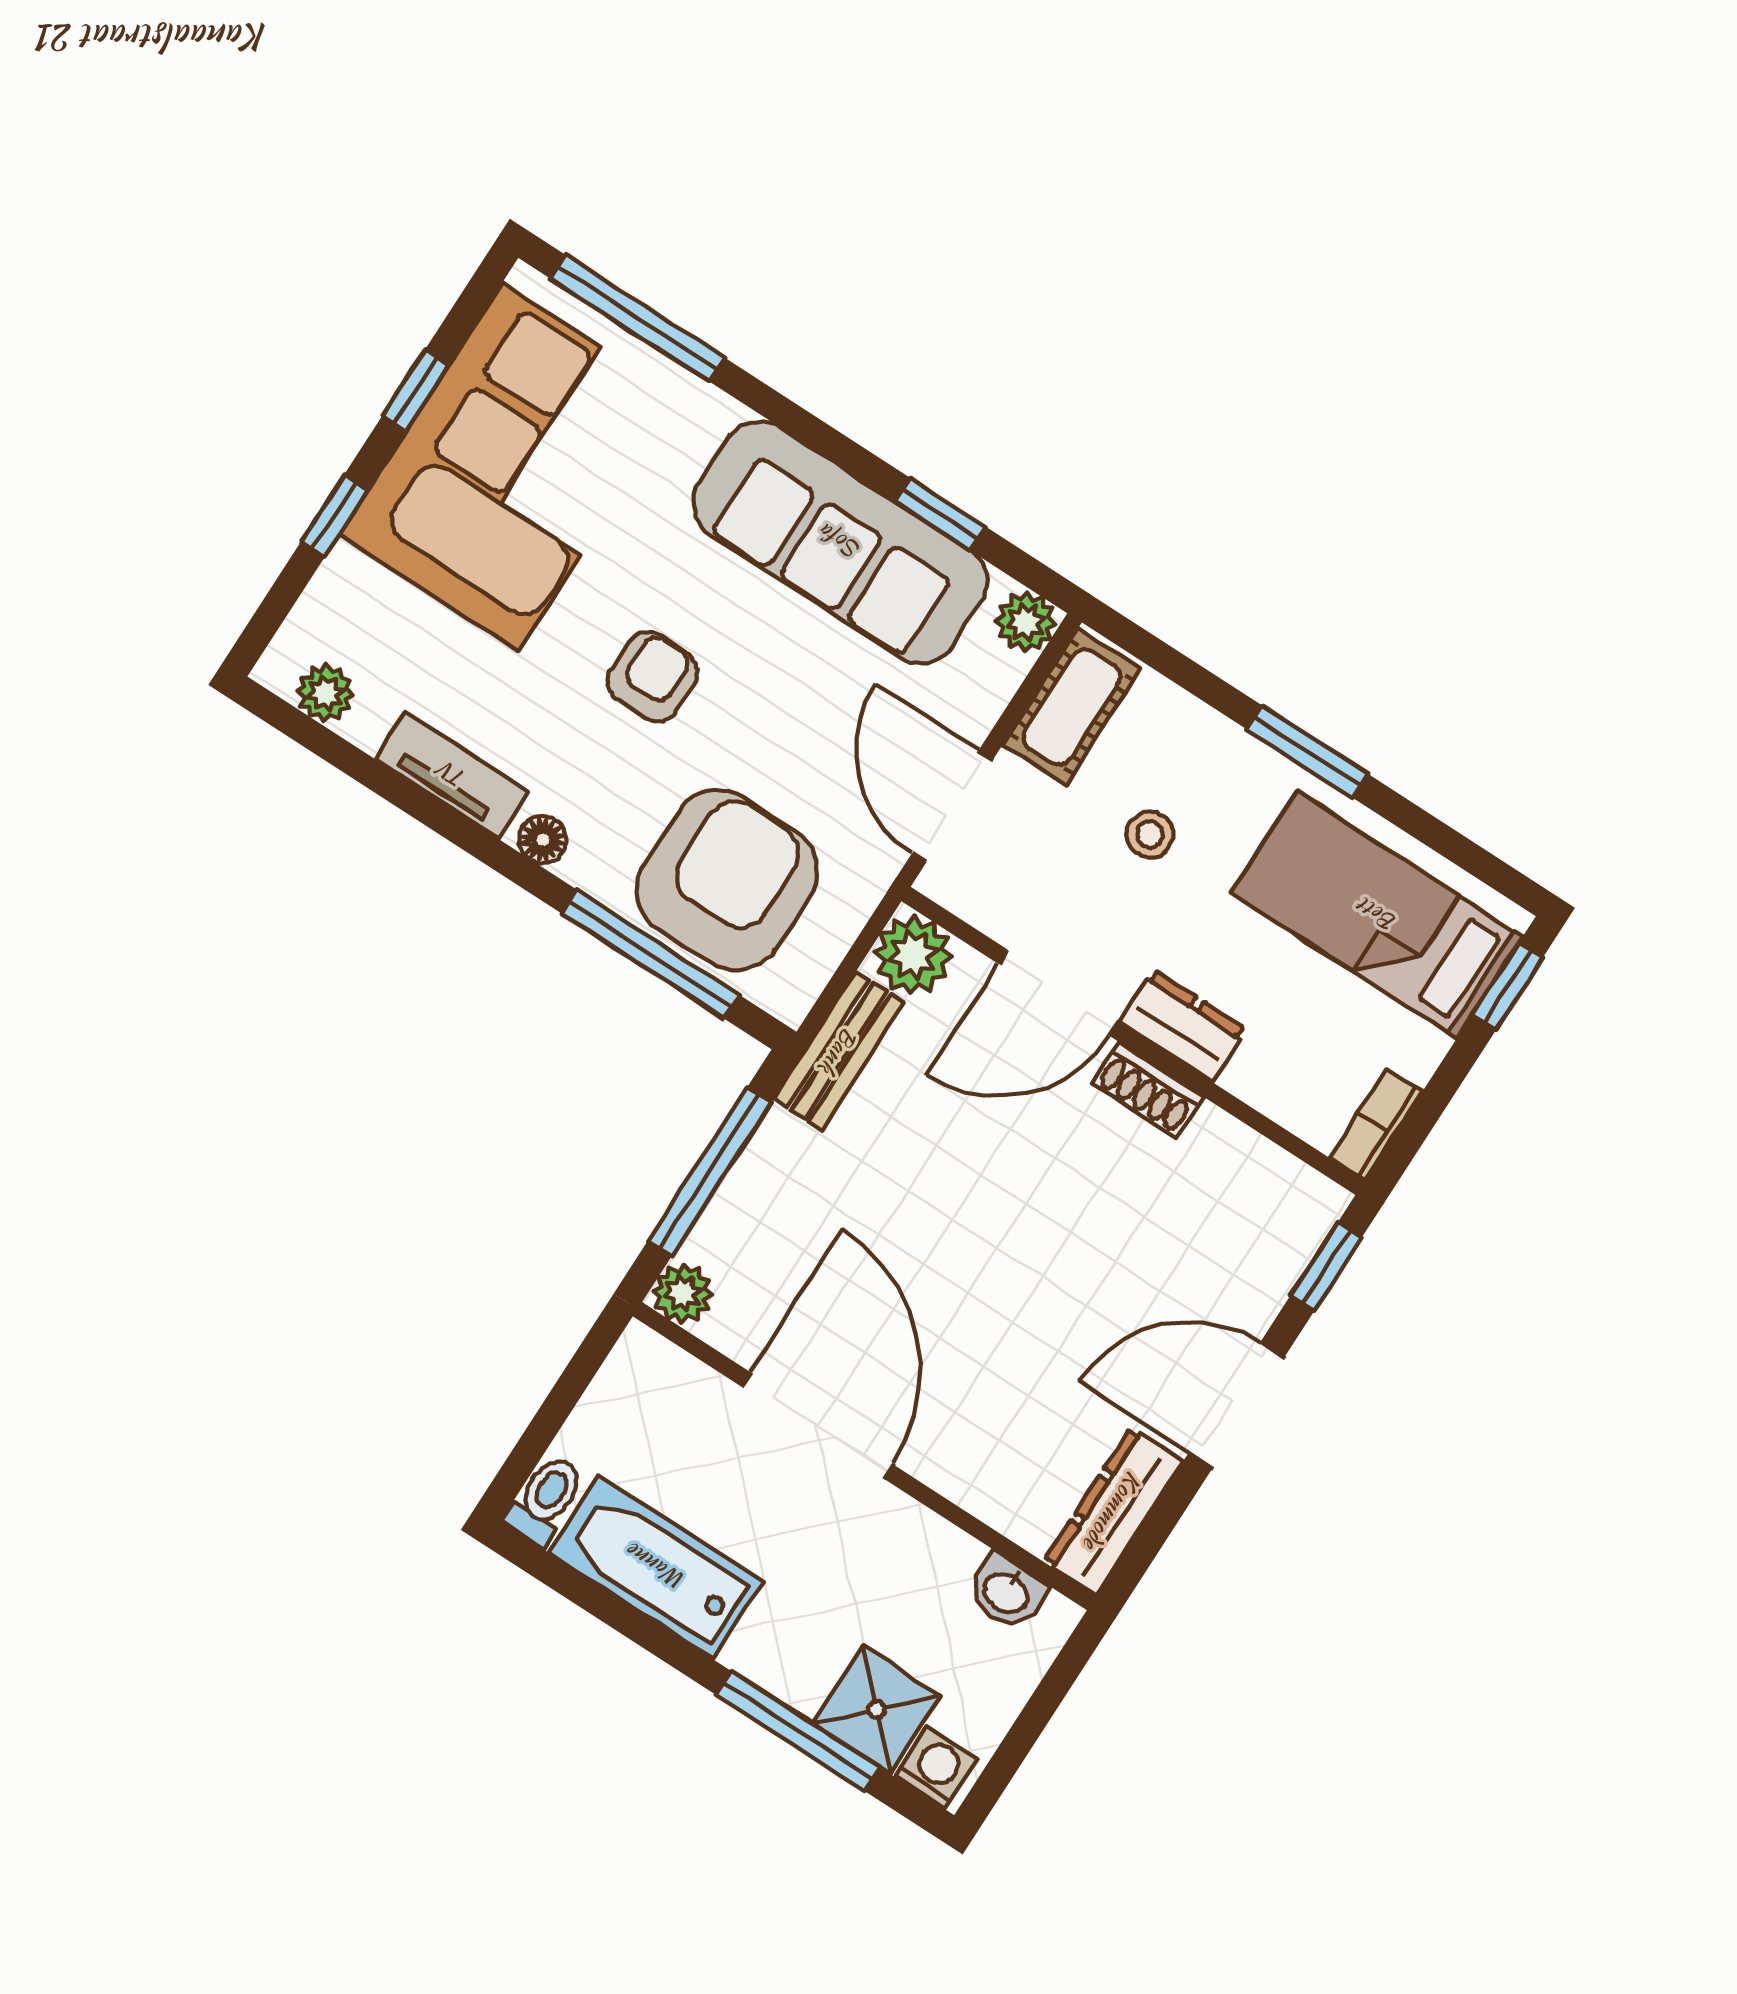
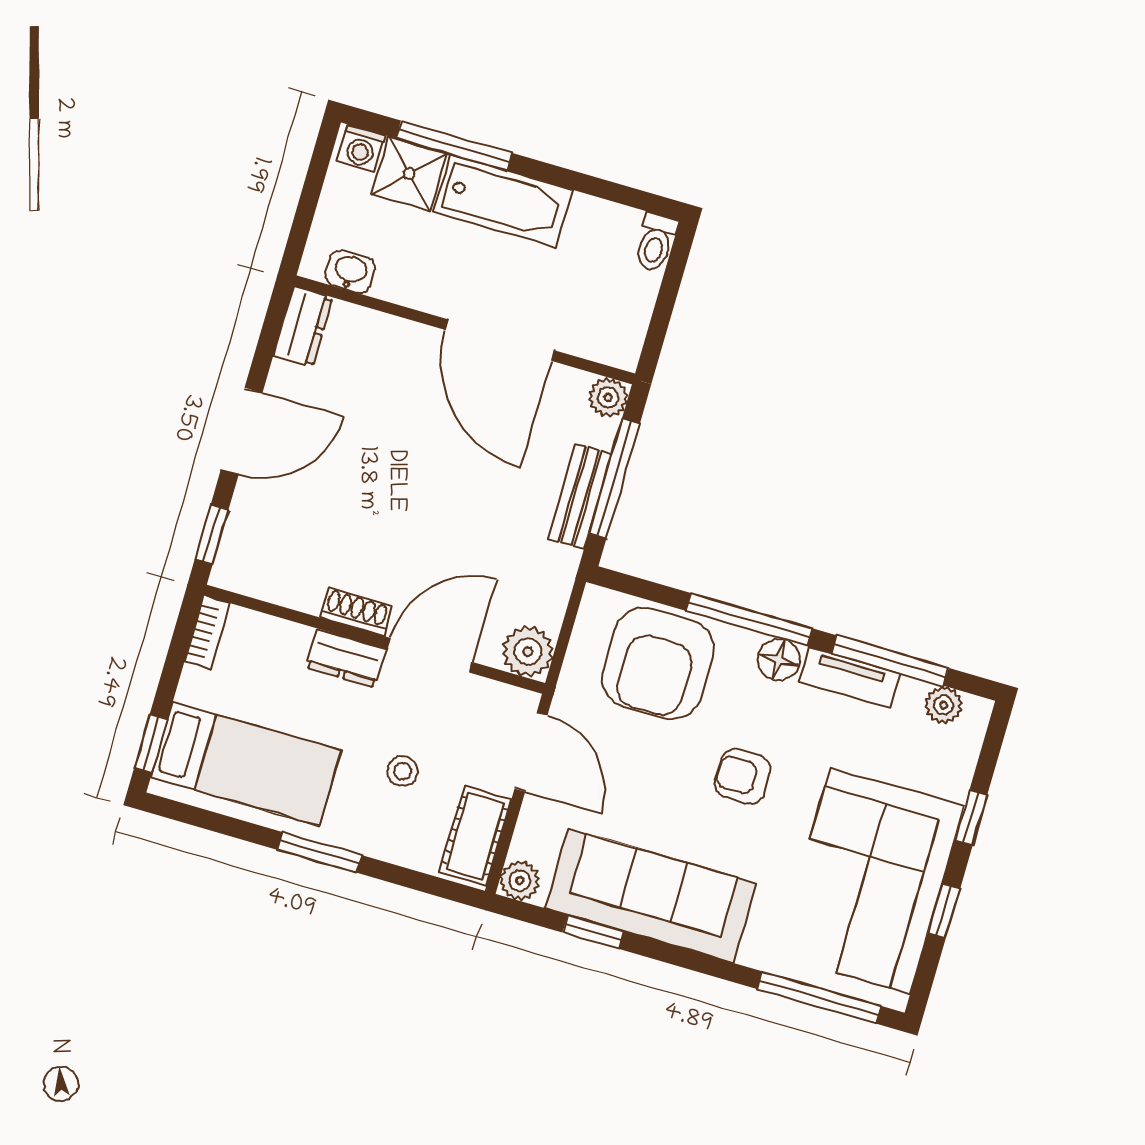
armchair: (653, 677) -> (742, 777), turned 90
window: (385, 782) -> (890, 661), added
floor lamp: (543, 840) -> (779, 660), width x1.37, depth x1.37
window: (650, 954) -> (749, 620), moved
bench: (839, 1051) -> (580, 496), moved
dresser: (1113, 1511) -> (303, 327), width x0.70
bathtub: (656, 1567) -> (503, 201), moved

